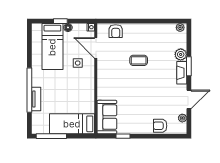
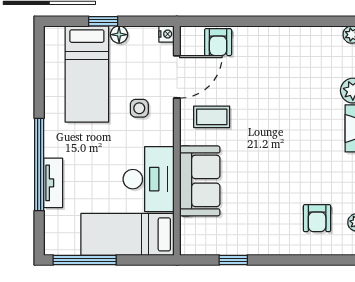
door: (96, 48) -> (177, 77), swing flipped
coffee table: (139, 60) -> (212, 117), moved
desk: (82, 97) -> (149, 179), added
sofa: (107, 117) -> (200, 181), moved
armchair: (160, 126) -> (317, 218), moved, turned -90

